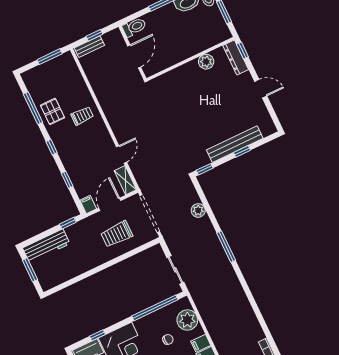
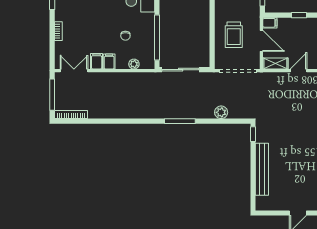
window: (242, 151) -> (253, 172), removed
door: (122, 154) -> (298, 71), swing flipped
trolley: (117, 234) -> (234, 35), turned 180
sliding door: (175, 270) -> (181, 70), width x1.37
plant: (187, 320) -> (134, 64), width x0.53, depth x0.53

